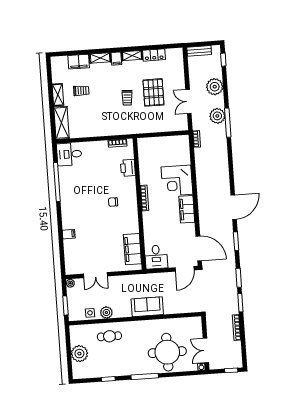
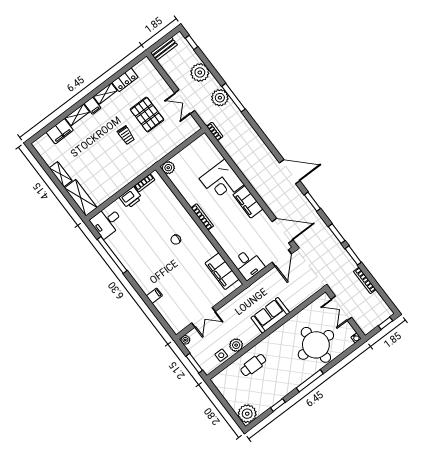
trolley: (81, 91) -> (80, 156), removed
plant: (143, 143) -> (168, 168), added
printer: (128, 168) -> (131, 198), moved, turned -90
door: (234, 207) -> (290, 172), hinge flipped
double door: (206, 350) -> (341, 308), moved
plant: (79, 354) -> (247, 414), moved

